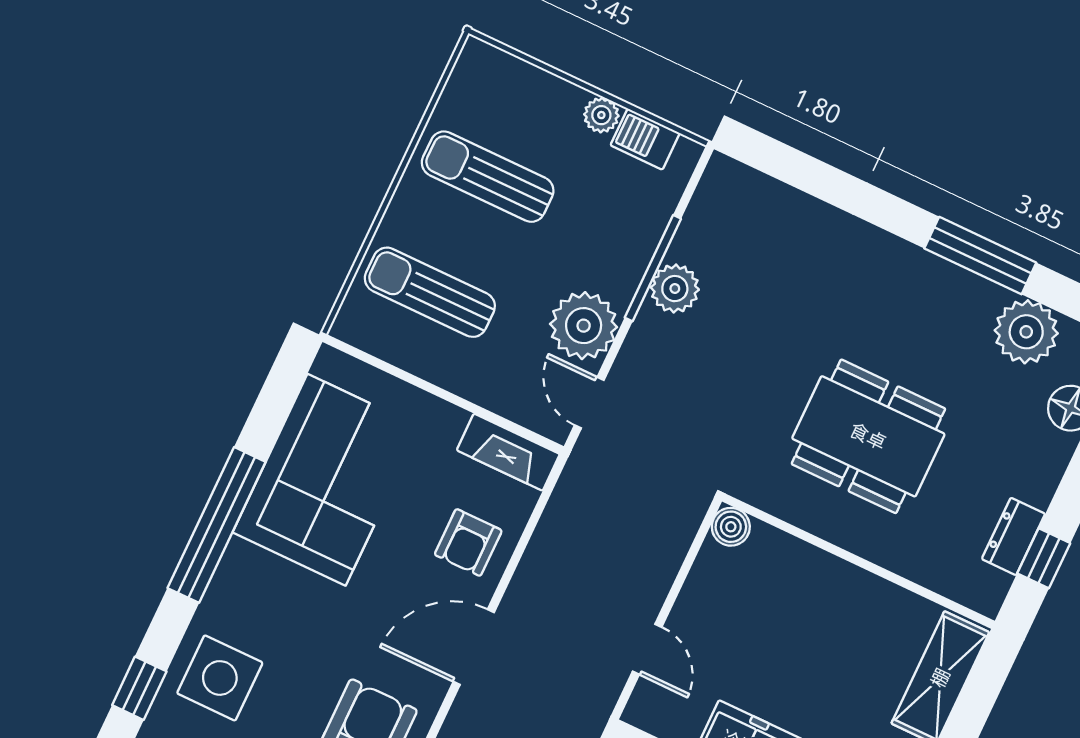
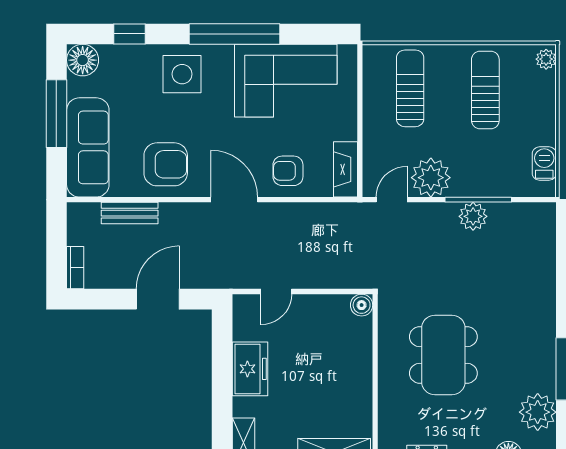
plant: (601, 115) -> (546, 59), moved
side table: (220, 678) -> (182, 74), moved

